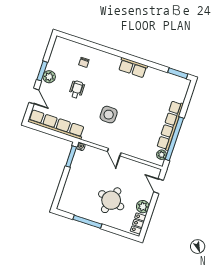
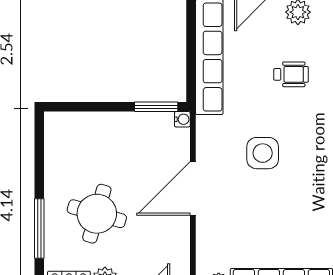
door: (114, 152) -> (193, 188), width x1.87
window: (87, 222) -> (39, 228), moved

